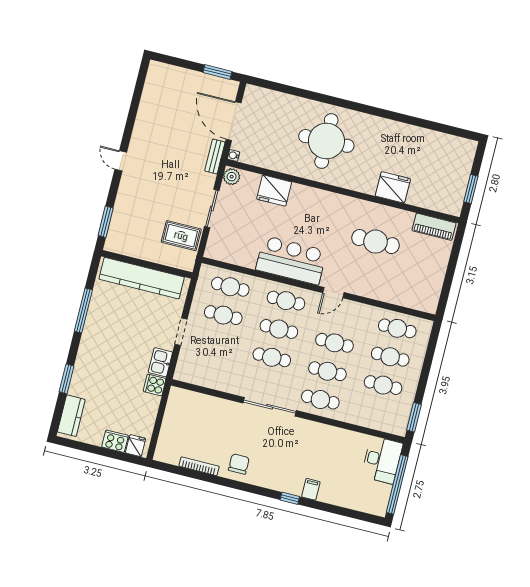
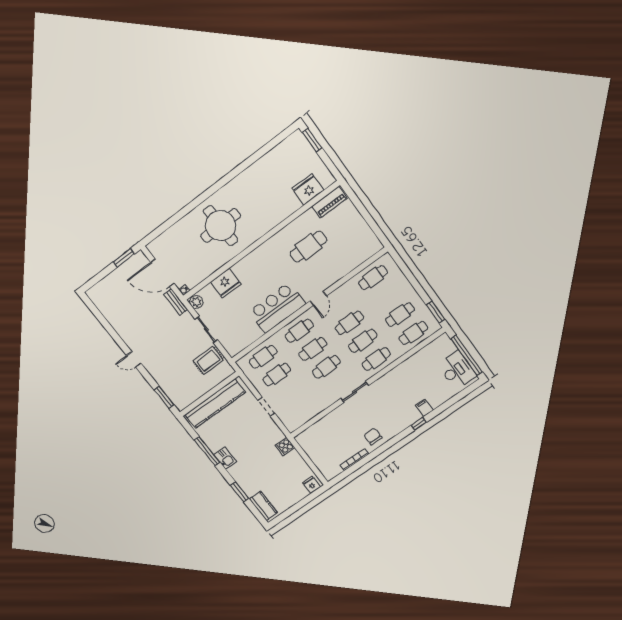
fridge: (393, 187) -> (308, 189), moved
window: (471, 189) -> (312, 140), moved
cafe table: (390, 357) -> (413, 333), moved
kitchen sink: (160, 362) -> (225, 458), moved, turned 180
sliding door: (270, 407) -> (355, 392), width x0.73
cooker: (115, 441) -> (299, 494), removed
desk: (382, 460) -> (457, 370), moved

